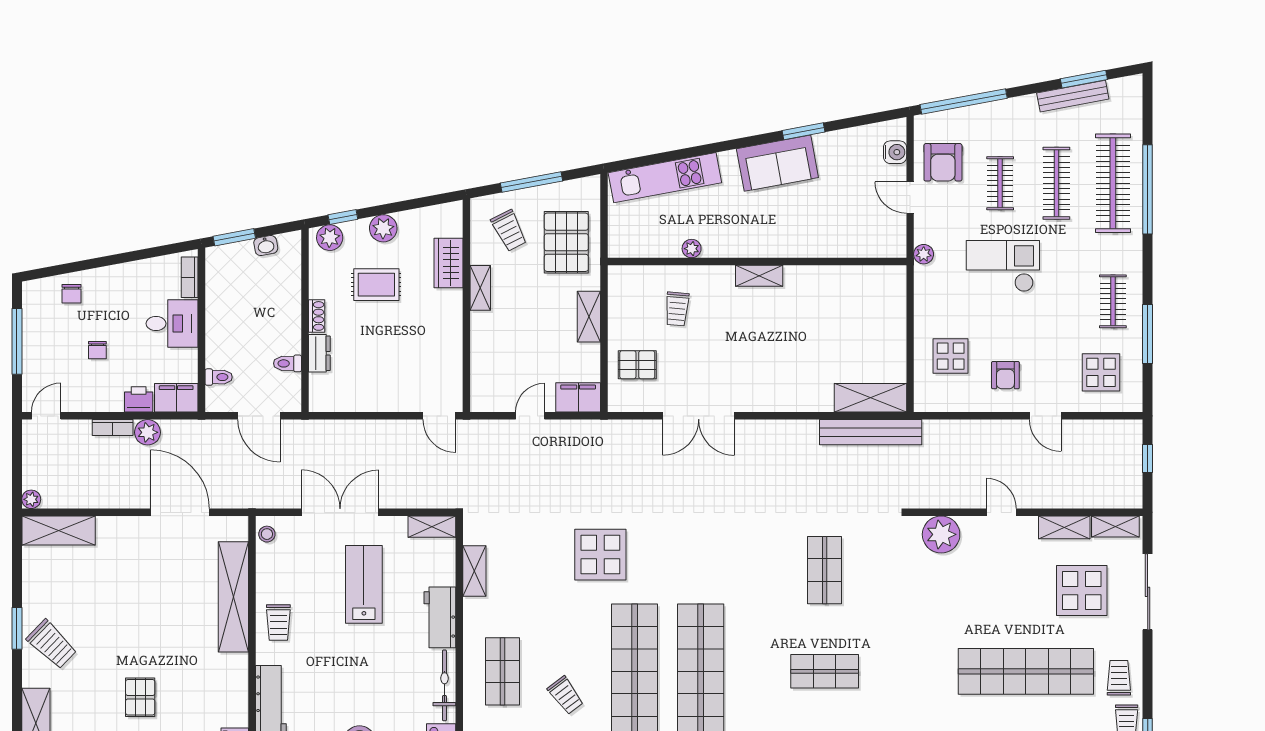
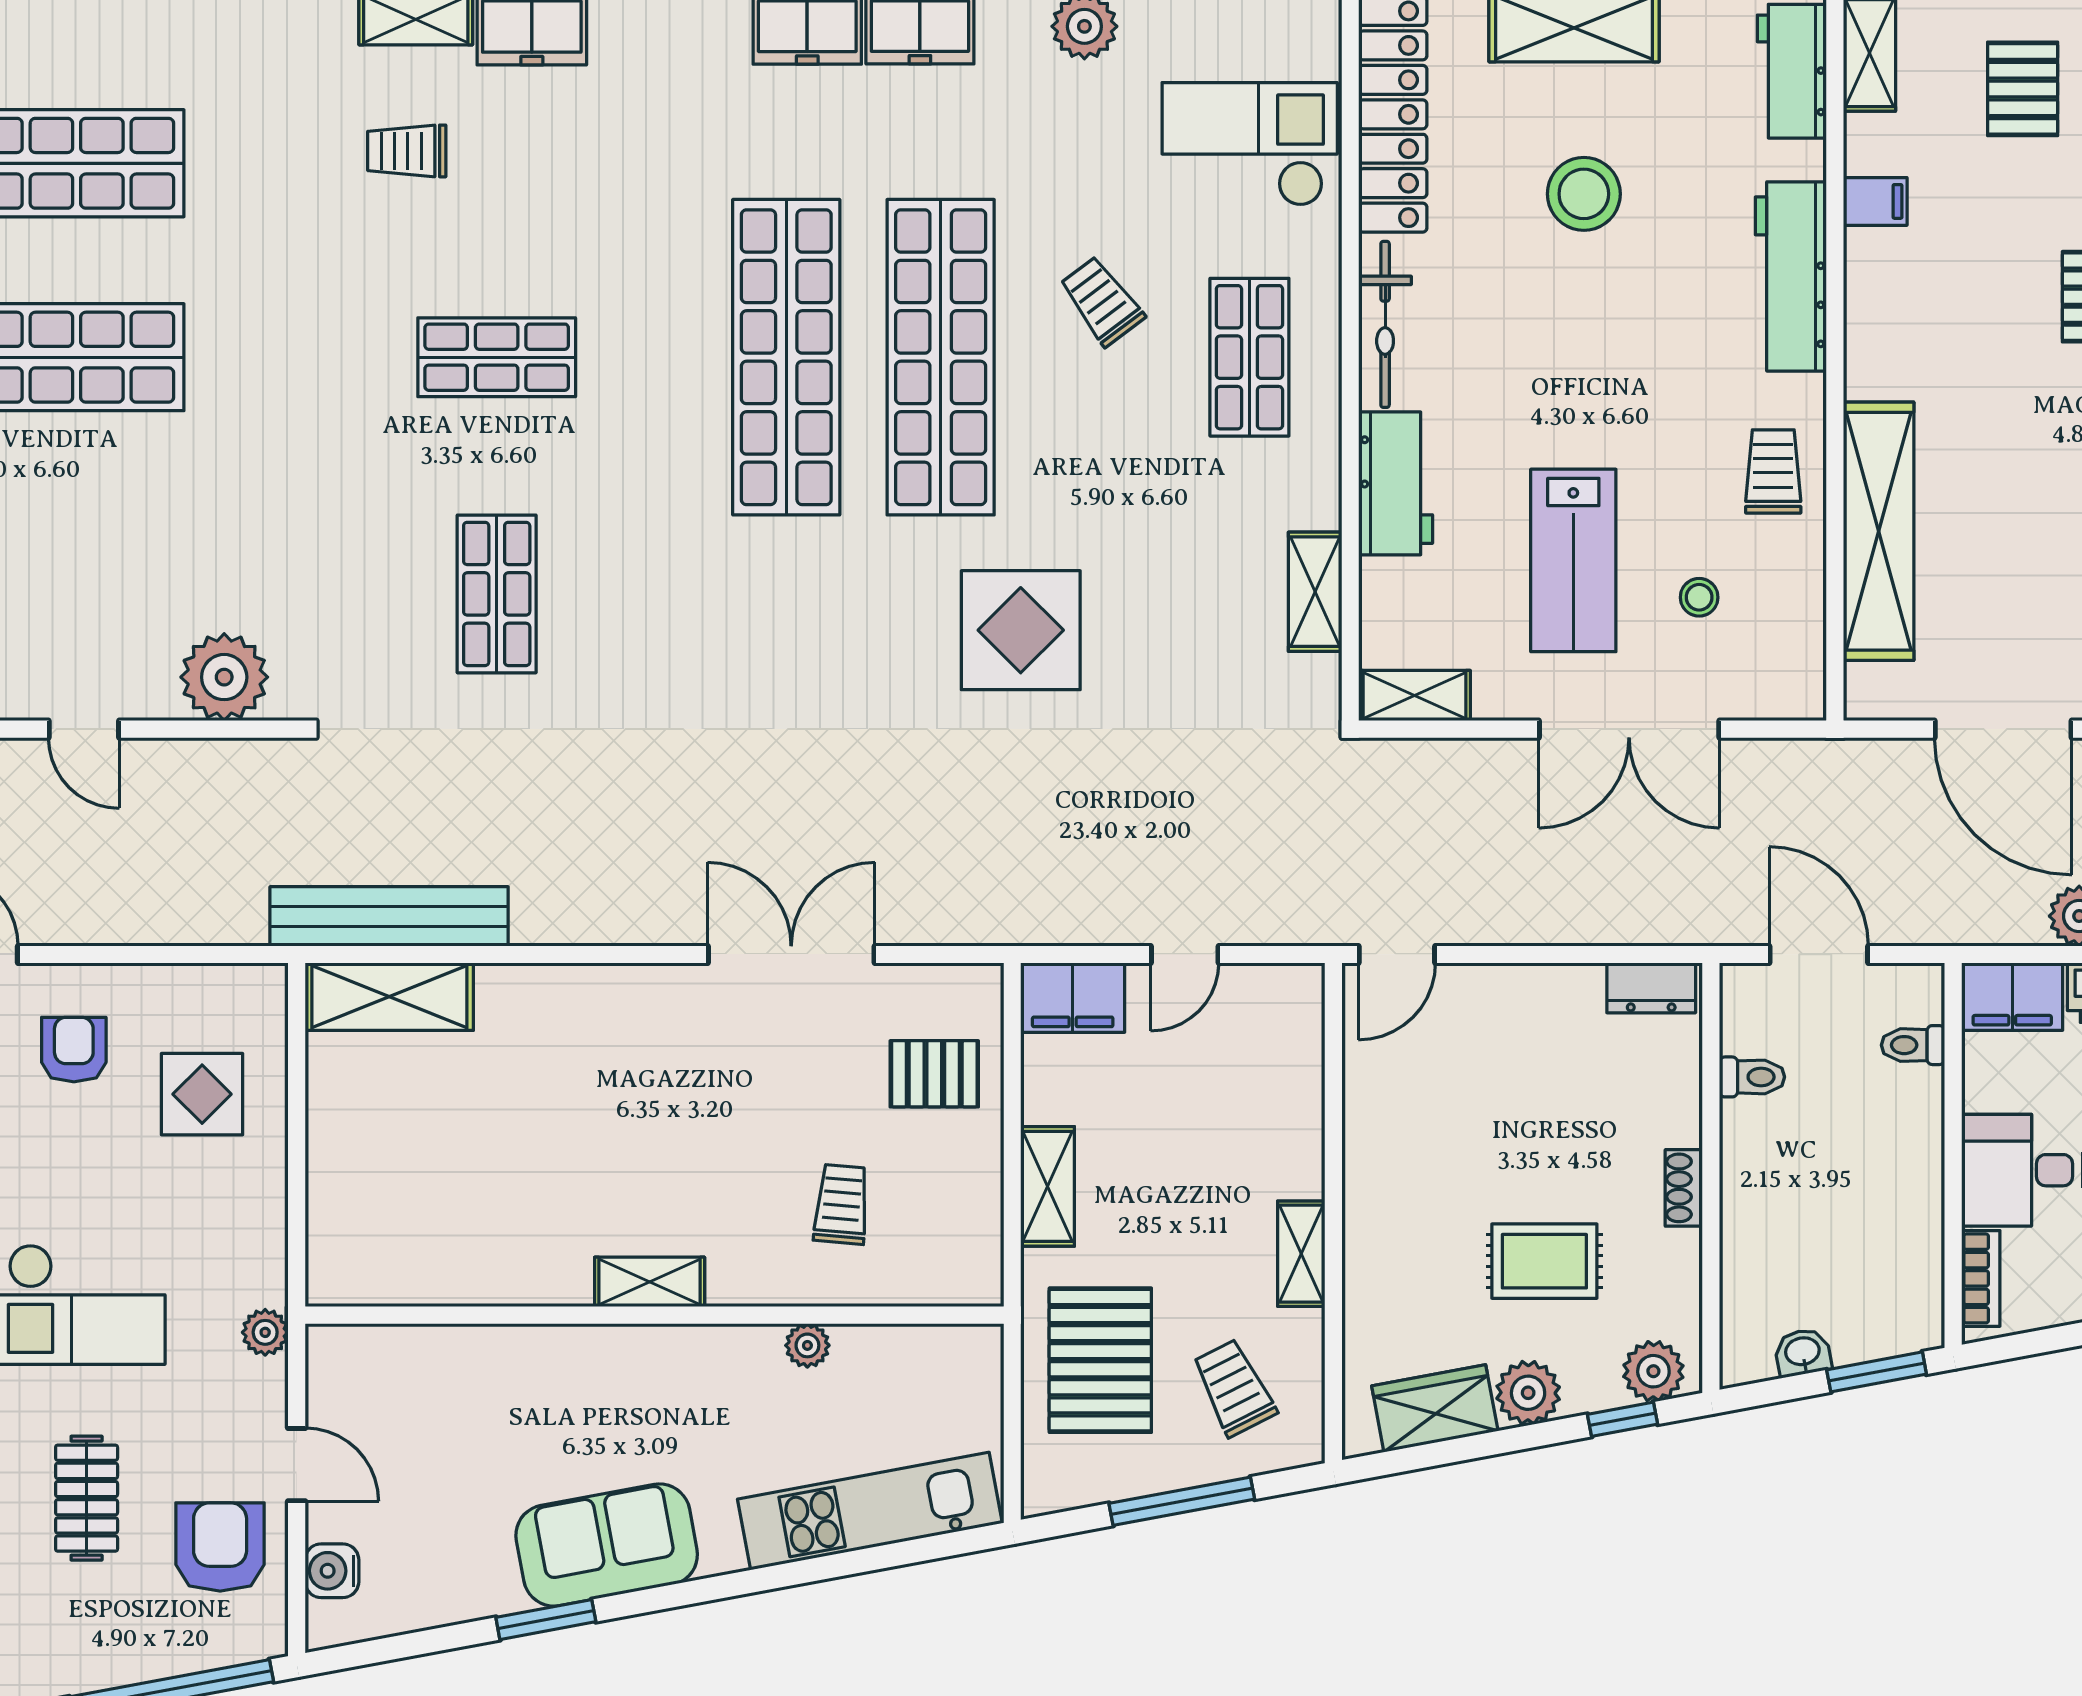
wardrobe: (449, 263) -> (1435, 1408), moved, turned -101
dresser: (319, 353) -> (1651, 988), moved, turned -90
door: (439, 416) -> (1397, 954), swing flipped
stool: (267, 534) -> (1699, 597), moved

